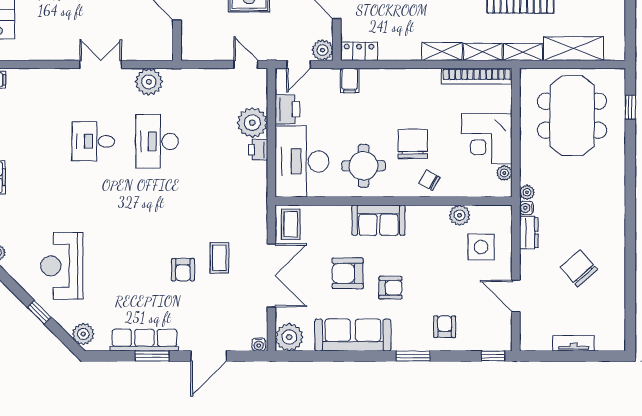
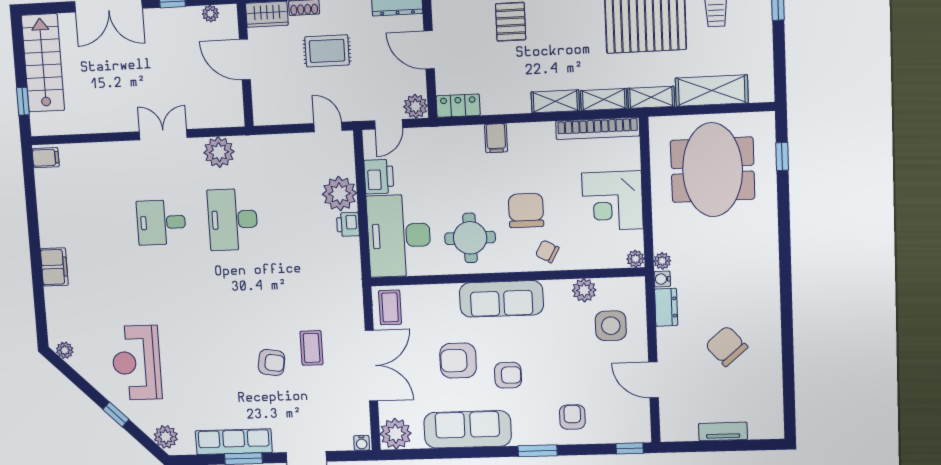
filing cabinet: (349, 81) -> (496, 138), moved
plant: (504, 173) -> (635, 259), moved
sofa: (378, 220) -> (501, 299), width x1.36
armchair: (183, 270) -> (271, 362), turned -81

